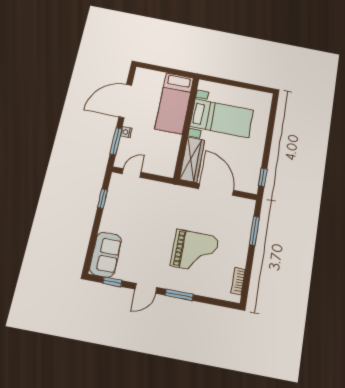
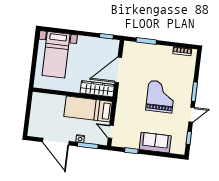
bed: (174, 103) -> (88, 109), moved, turned 180
bed with nightstands: (222, 118) -> (56, 55), moved, turned 180
grand piano: (195, 251) -> (160, 97), moved
sofa: (106, 255) -> (155, 143), moved
door: (146, 288) -> (192, 115), hinge flipped

